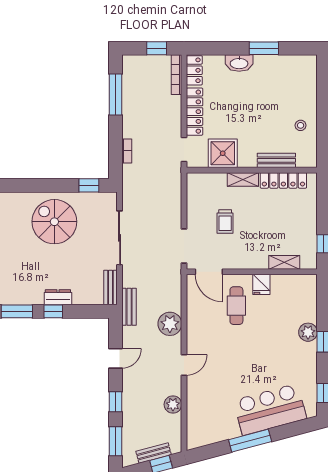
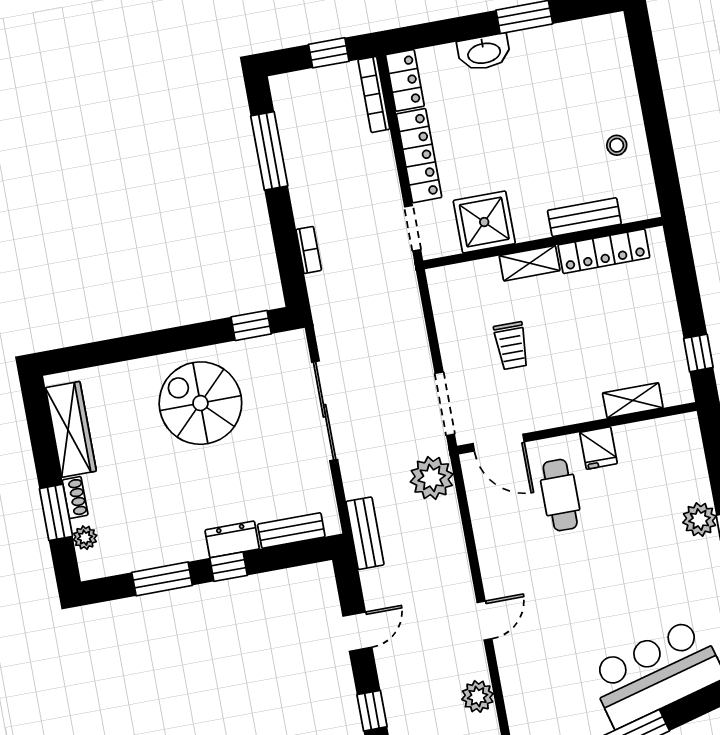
bench: (110, 287) -> (291, 530), moved, turned 90
plant: (170, 324) -> (432, 478), moved

